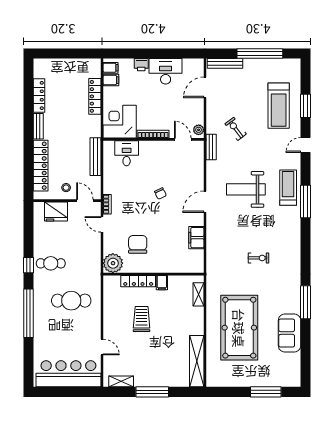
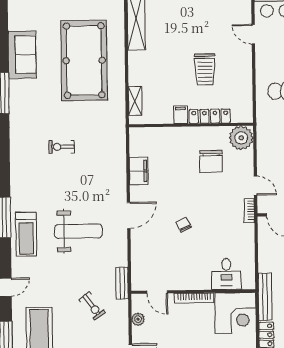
plant: (199, 130) -> (138, 319), moved
bench: (95, 157) -> (265, 297), moved

